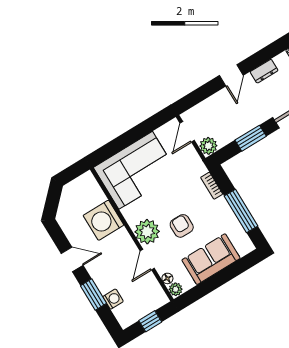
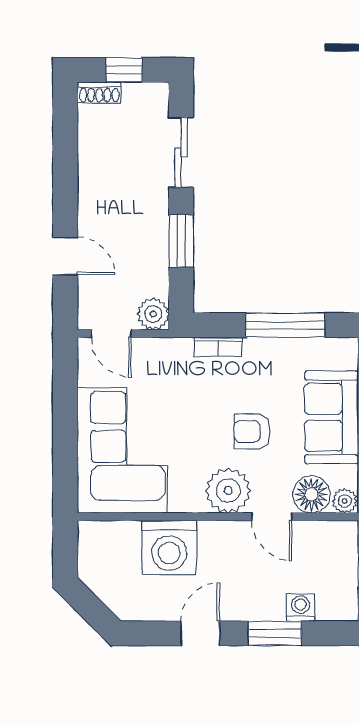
dresser: (264, 71) -> (90, 157), removed
door: (231, 75) -> (65, 256), moved
floor lamp: (167, 278) -> (311, 494), width x1.89, depth x1.89

